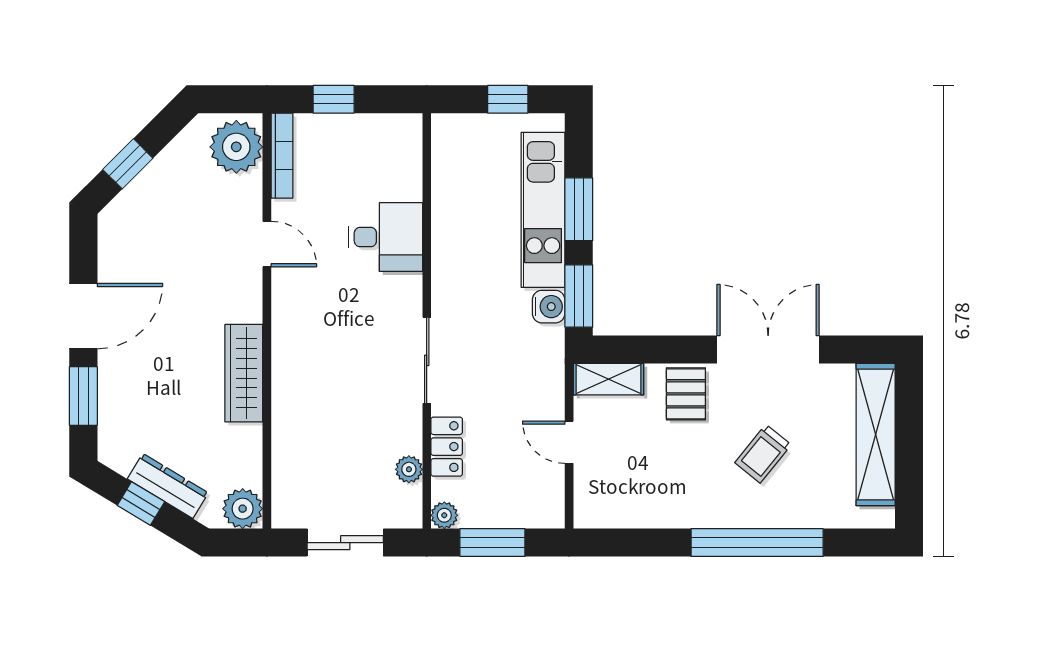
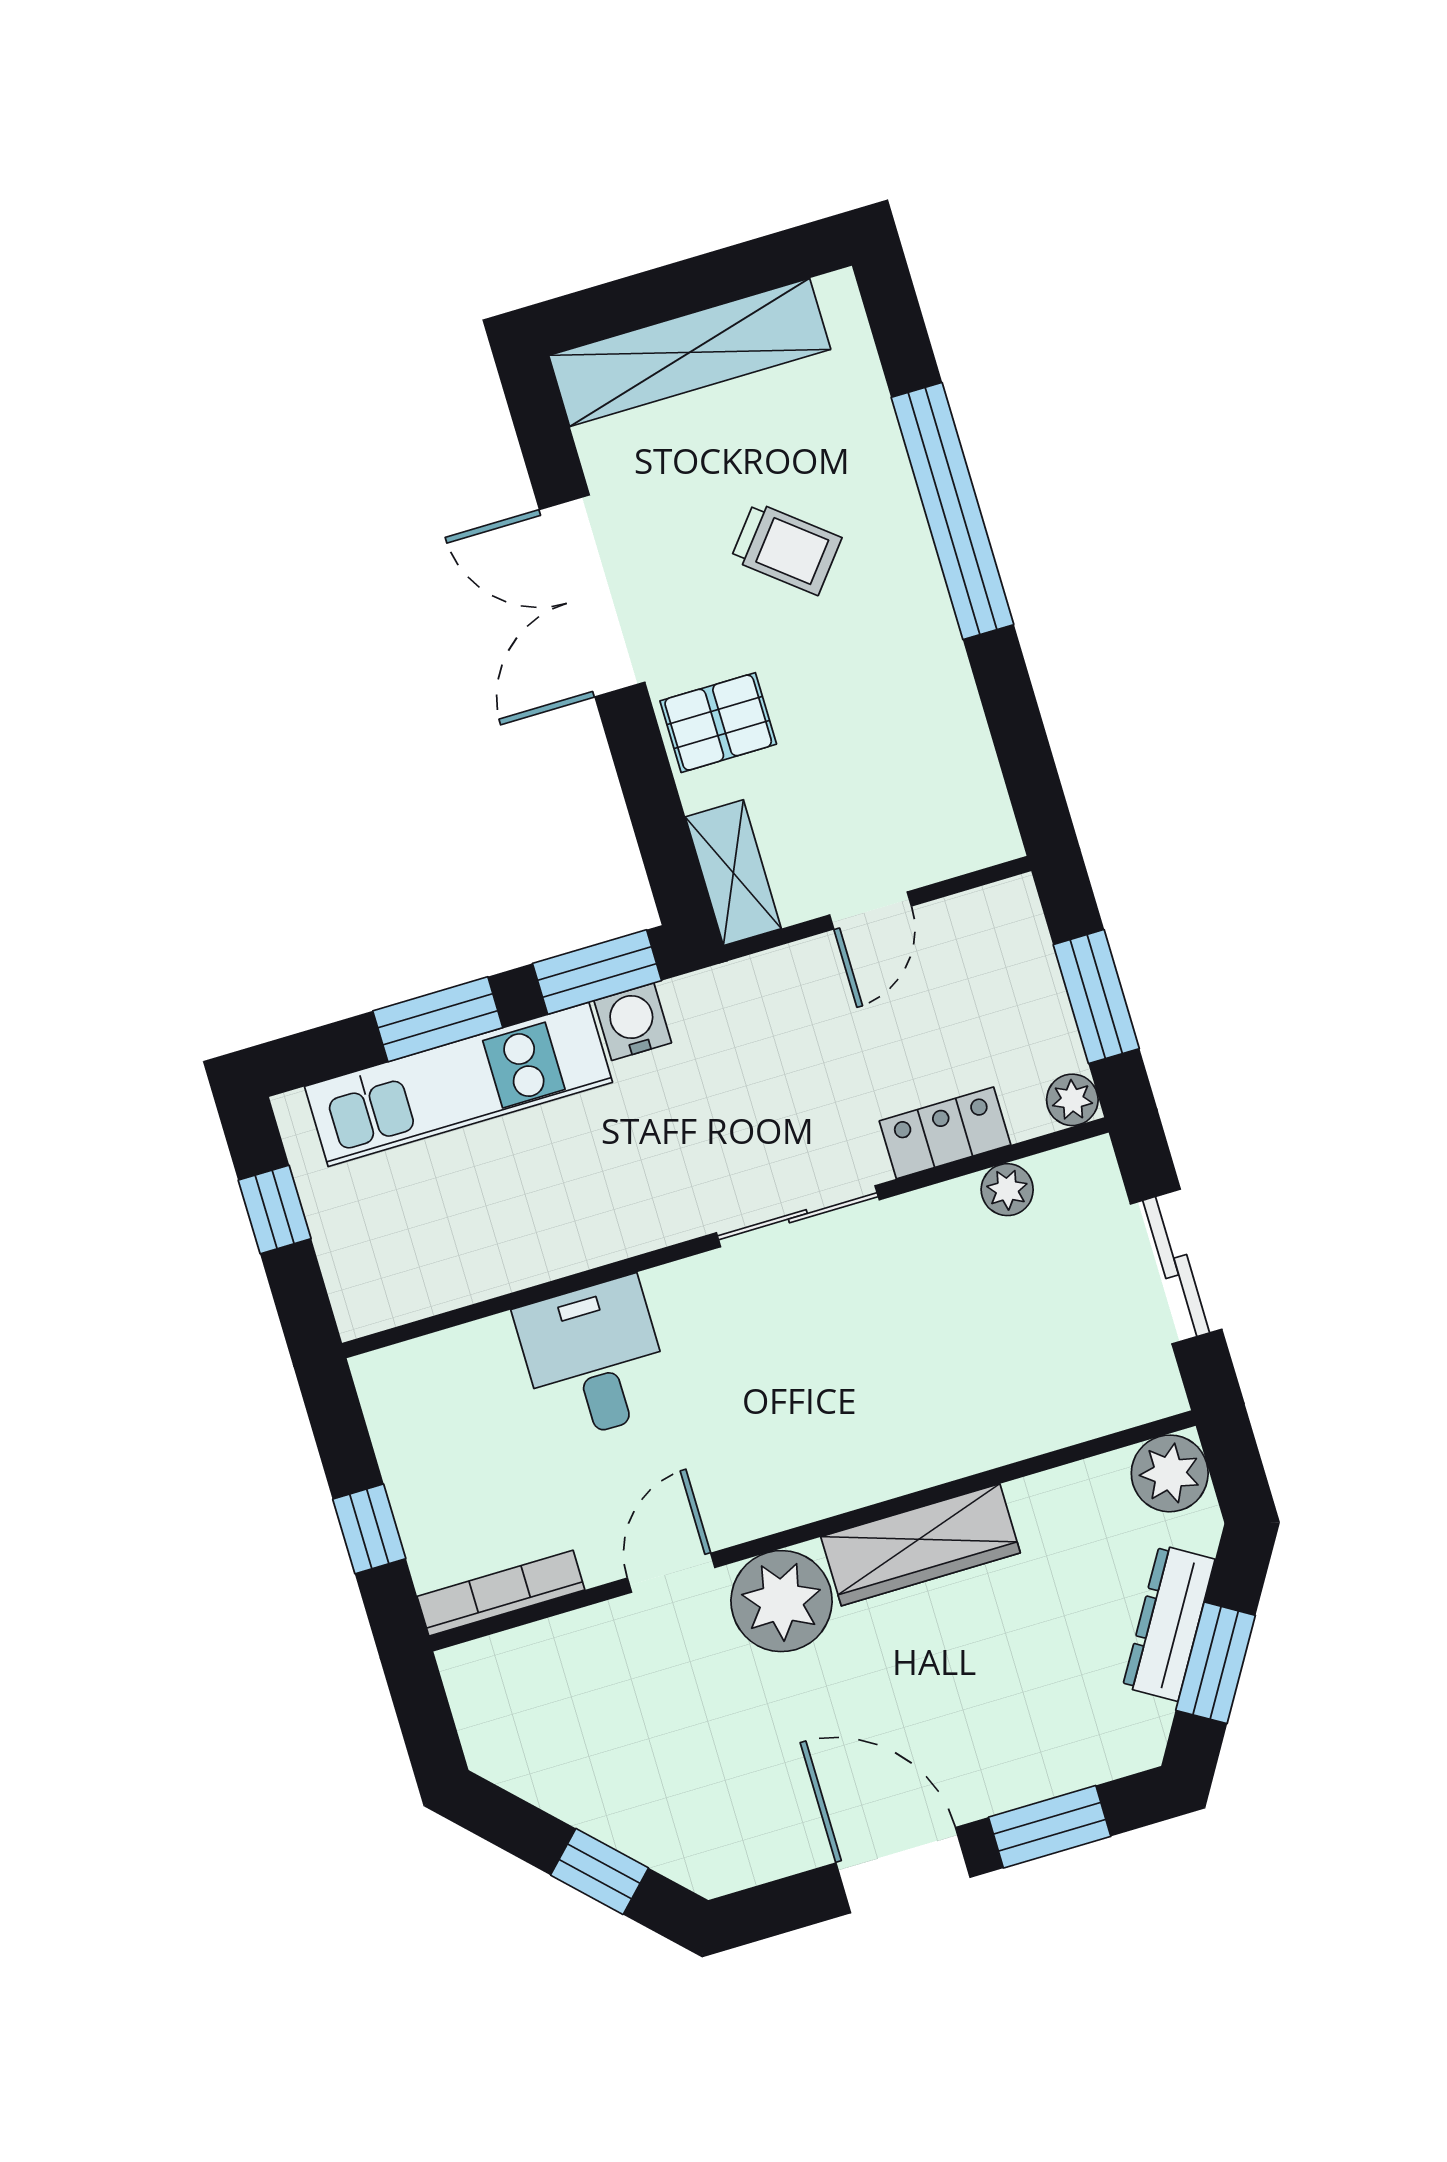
plant: (236, 147) -> (782, 1601), moved
window: (141, 504) -> (1216, 1663), width x1.50

